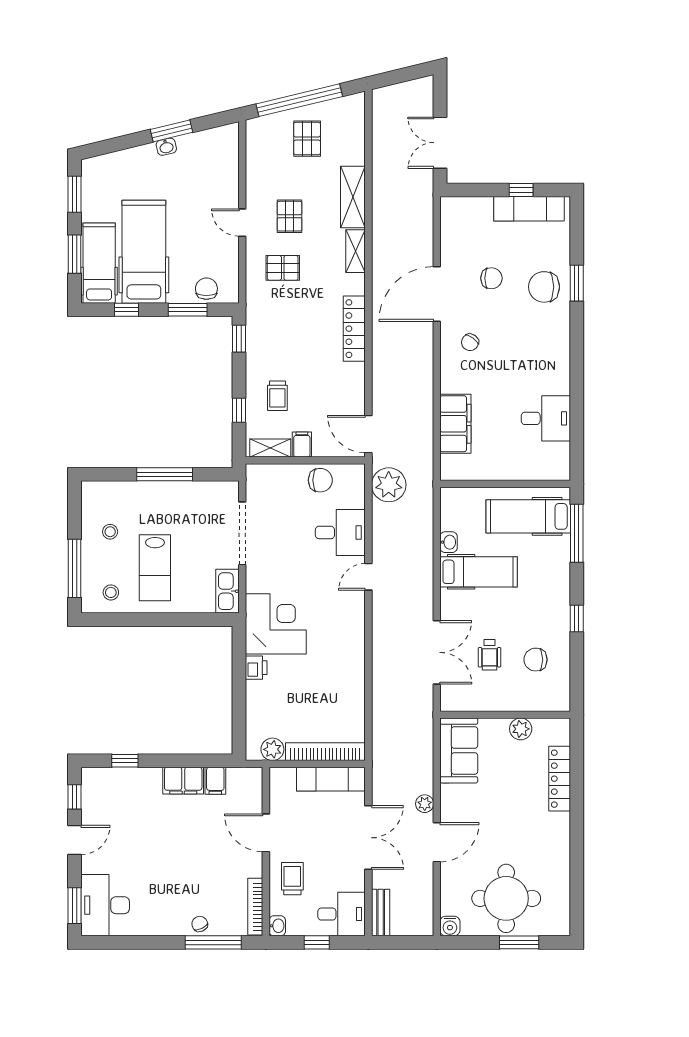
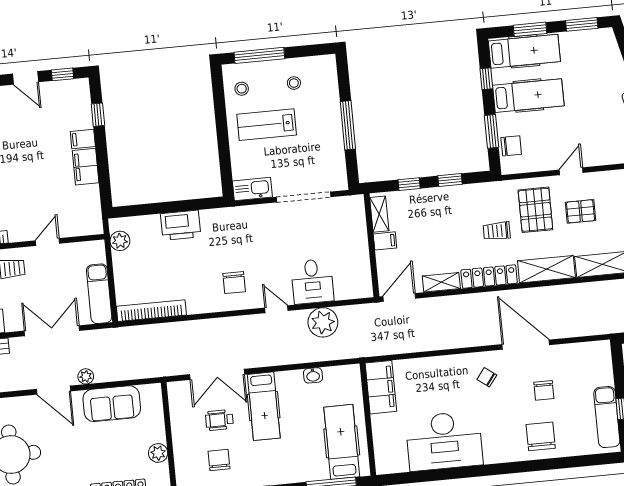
shelving: (355, 251) -> (546, 269), width x1.50, depth x1.33
hospital bed: (144, 252) -> (528, 96), width x0.73, depth x0.78
pallet: (283, 268) -> (535, 210), width x1.50, depth x1.42
window: (577, 283) -> (547, 464), removed
window: (239, 339) -> (450, 180), moved
shelving: (356, 384) -> (441, 282), added
trolley: (277, 396) -> (497, 231), moved
desk: (546, 418) -> (444, 441), width x1.87, depth x1.30
filing cabinet: (455, 424) -> (381, 387), moved, turned -90
chair: (320, 480) -> (234, 283), moved
plant: (389, 485) -> (323, 322), moved
hospital bed: (479, 572) -> (264, 406), moved
corner desk: (276, 624) -> (228, 233), removed
printer: (256, 668) -> (181, 225), width x1.87, depth x1.48
sofa: (459, 750) -> (112, 404), moved
bookcase: (325, 752) -> (151, 311), moved, turned -90
filing cabinet: (215, 781) -> (83, 139), moved
door: (266, 833) -> (47, 242), width x0.73
double door: (368, 838) -> (52, 331), swing flipped

